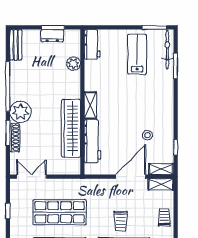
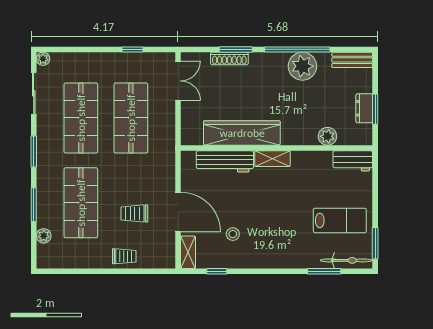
plant: (20, 112) -> (302, 66), moved
shelving: (161, 184) -> (168, 252), removed
trolley: (121, 221) -> (134, 213), moved

